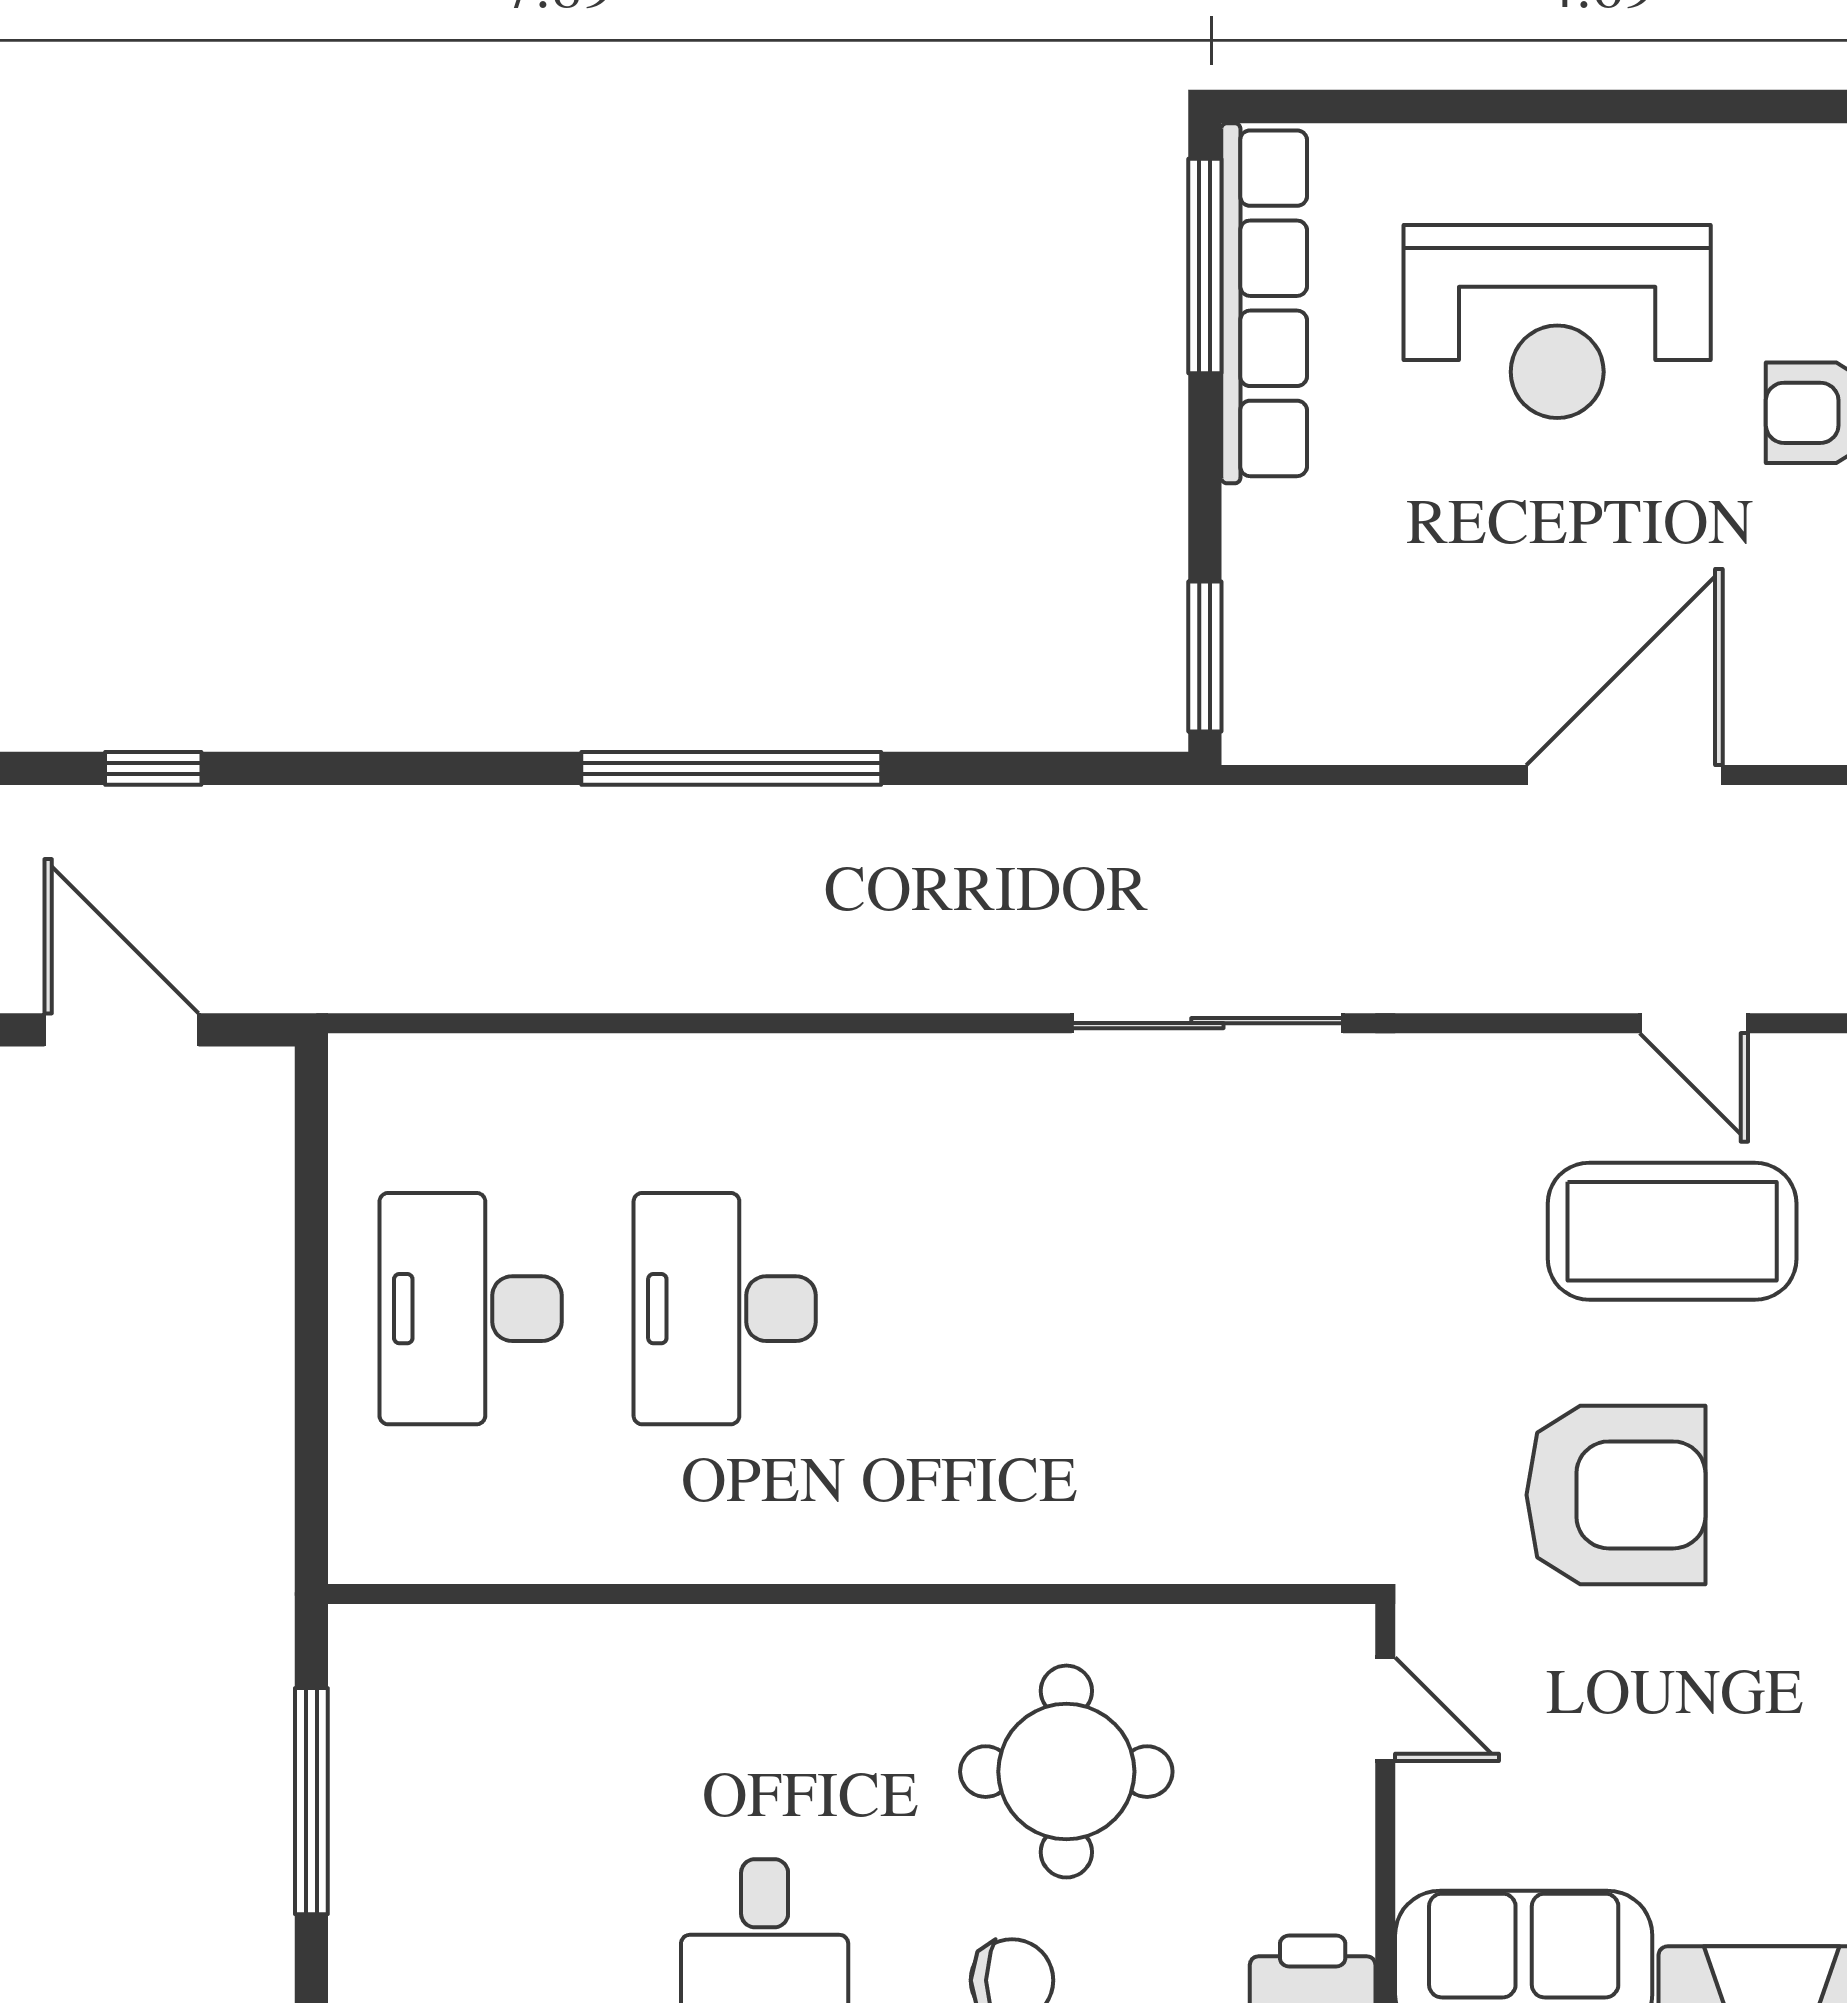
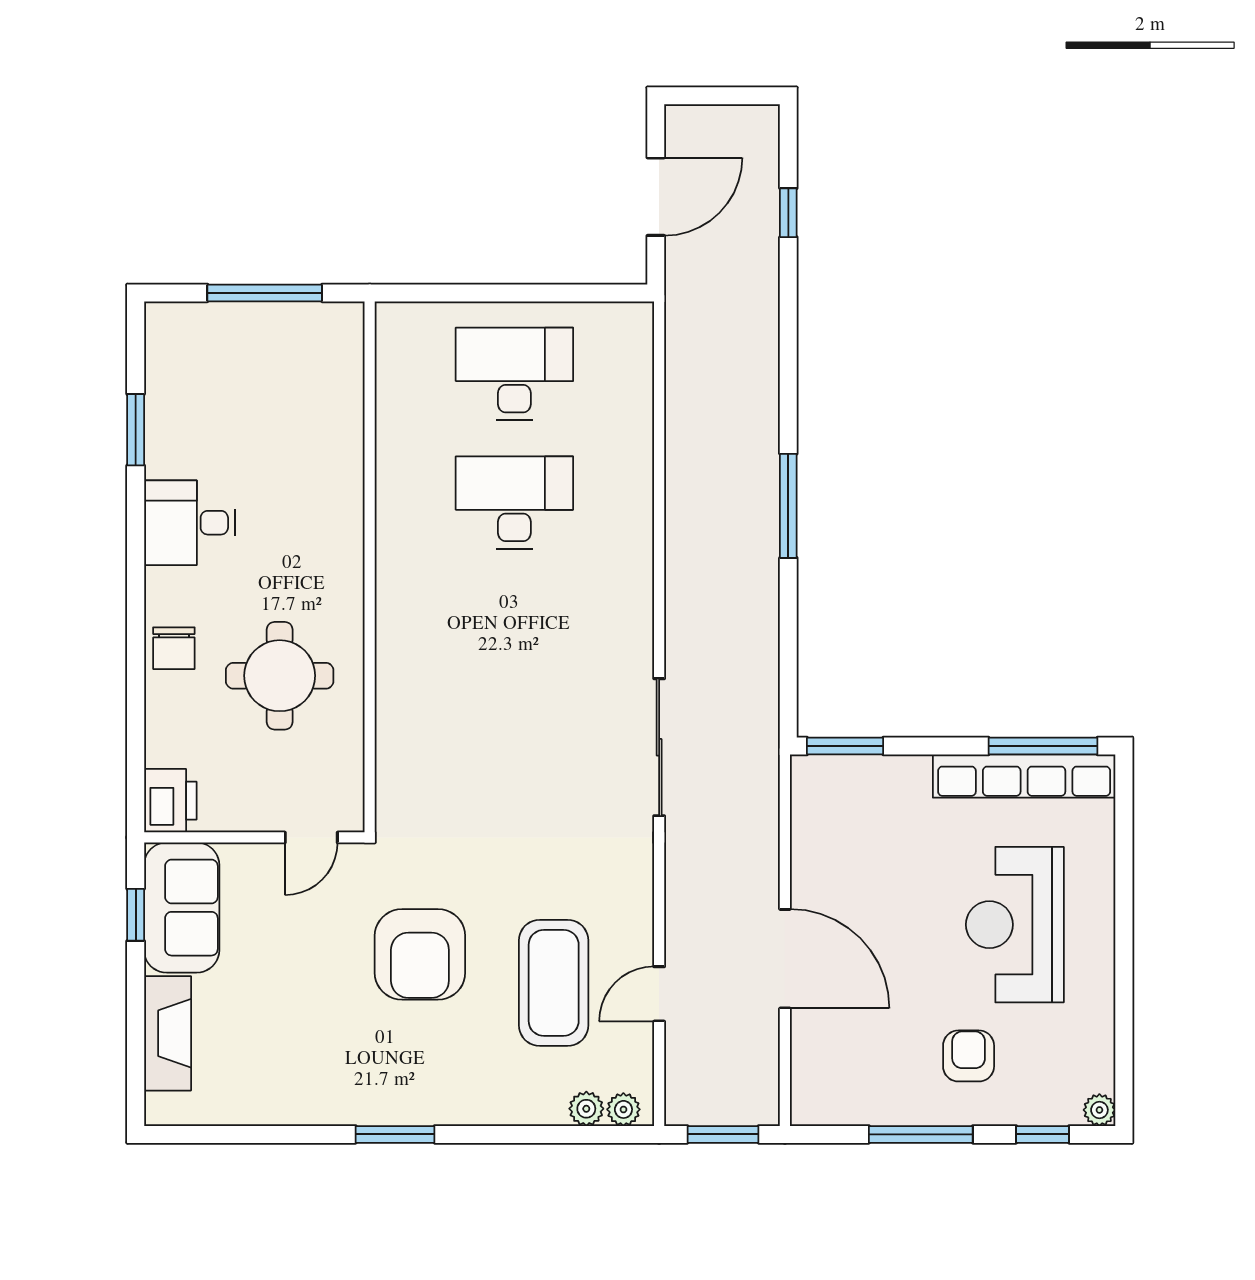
window: (731, 768) -> (788, 506), width x0.68

